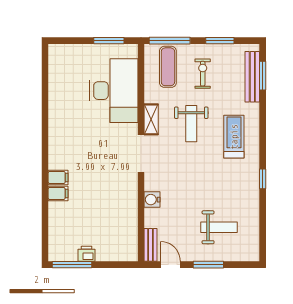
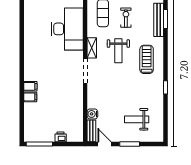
water cooler: (152, 200) -> (92, 114), moved
weight bench: (219, 227) -> (137, 119), turned 180
printer: (86, 254) -> (61, 137), moved

